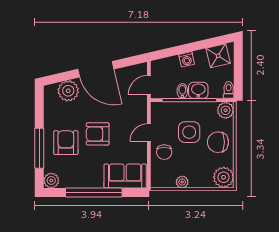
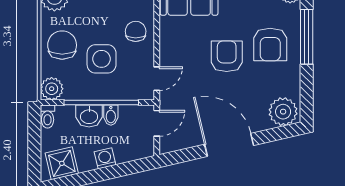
plant: (68, 91) -> (283, 112), moved
door: (149, 133) -> (157, 79), moved
armchair: (98, 134) -> (227, 56), turned -90
chair: (218, 142) -> (62, 45), turned -90

